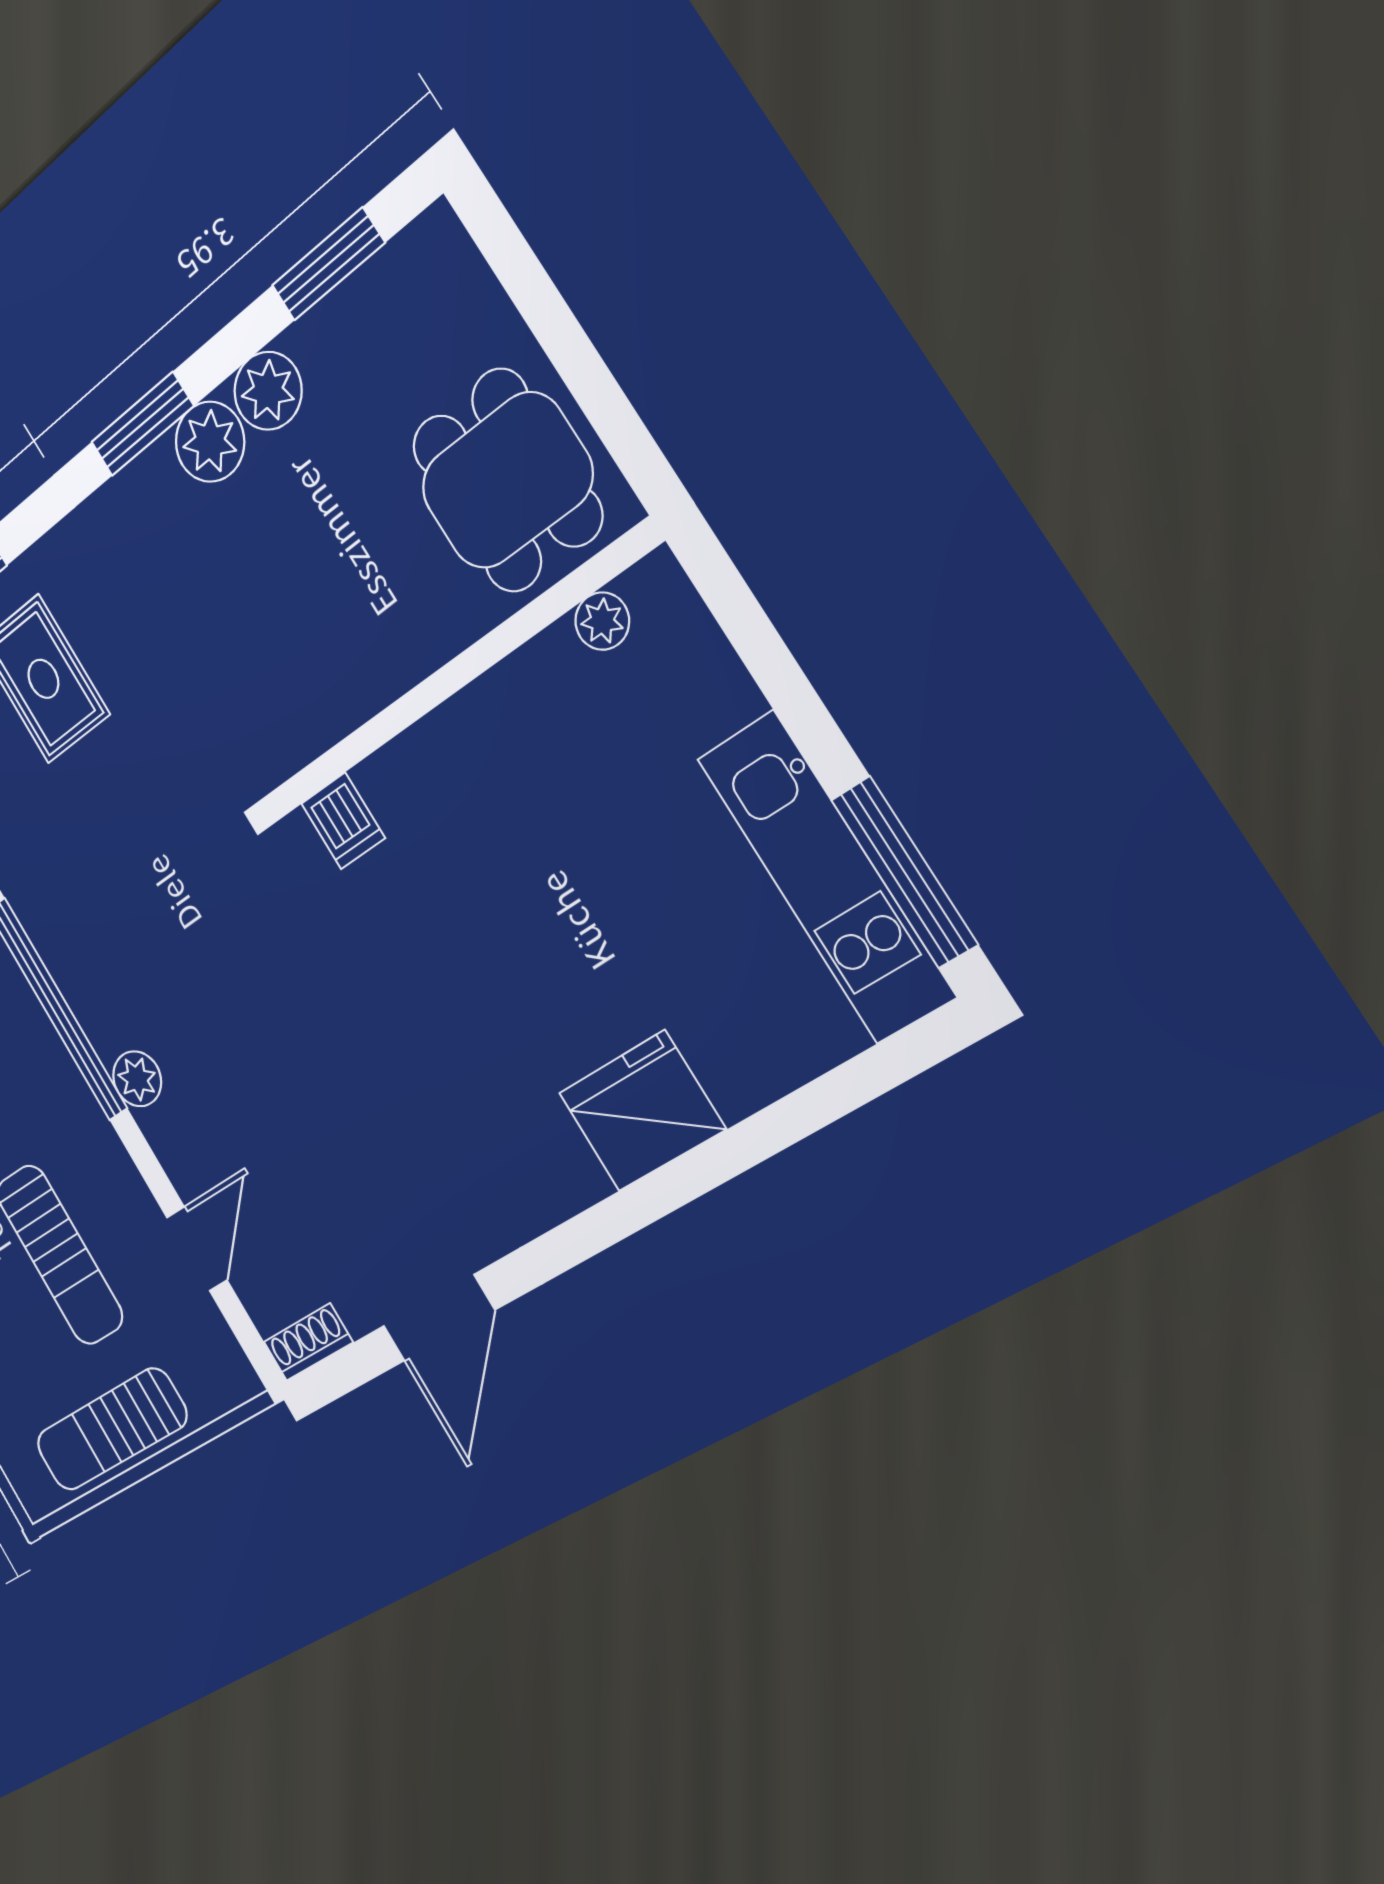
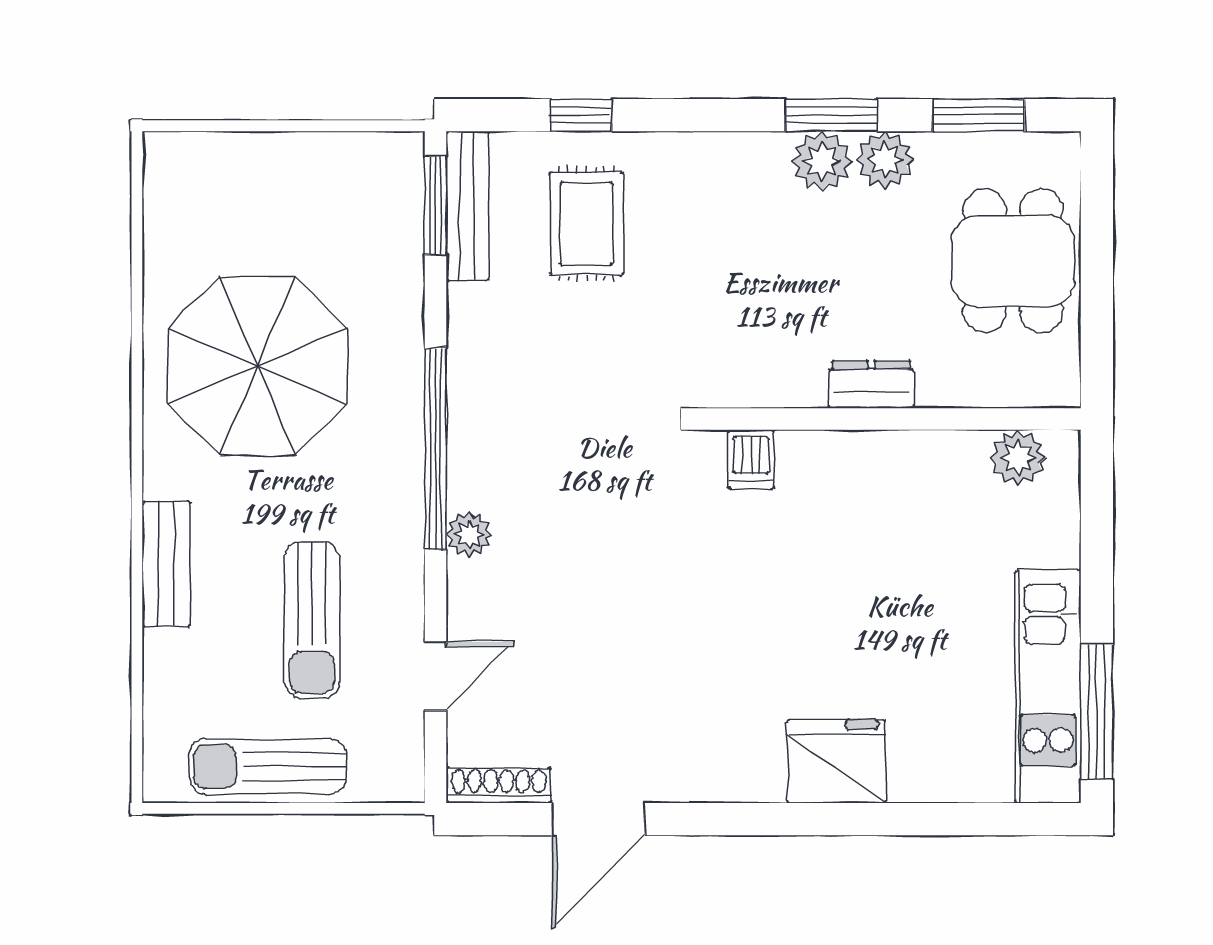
window: (142, 424) -> (831, 115), moved
dining table: (507, 481) -> (1013, 261), moved
plant: (602, 621) -> (1018, 458), width x1.38, depth x1.38
dresser: (410, 651) -> (871, 385), added
shoe rack: (308, 1342) -> (499, 785), width x1.43

